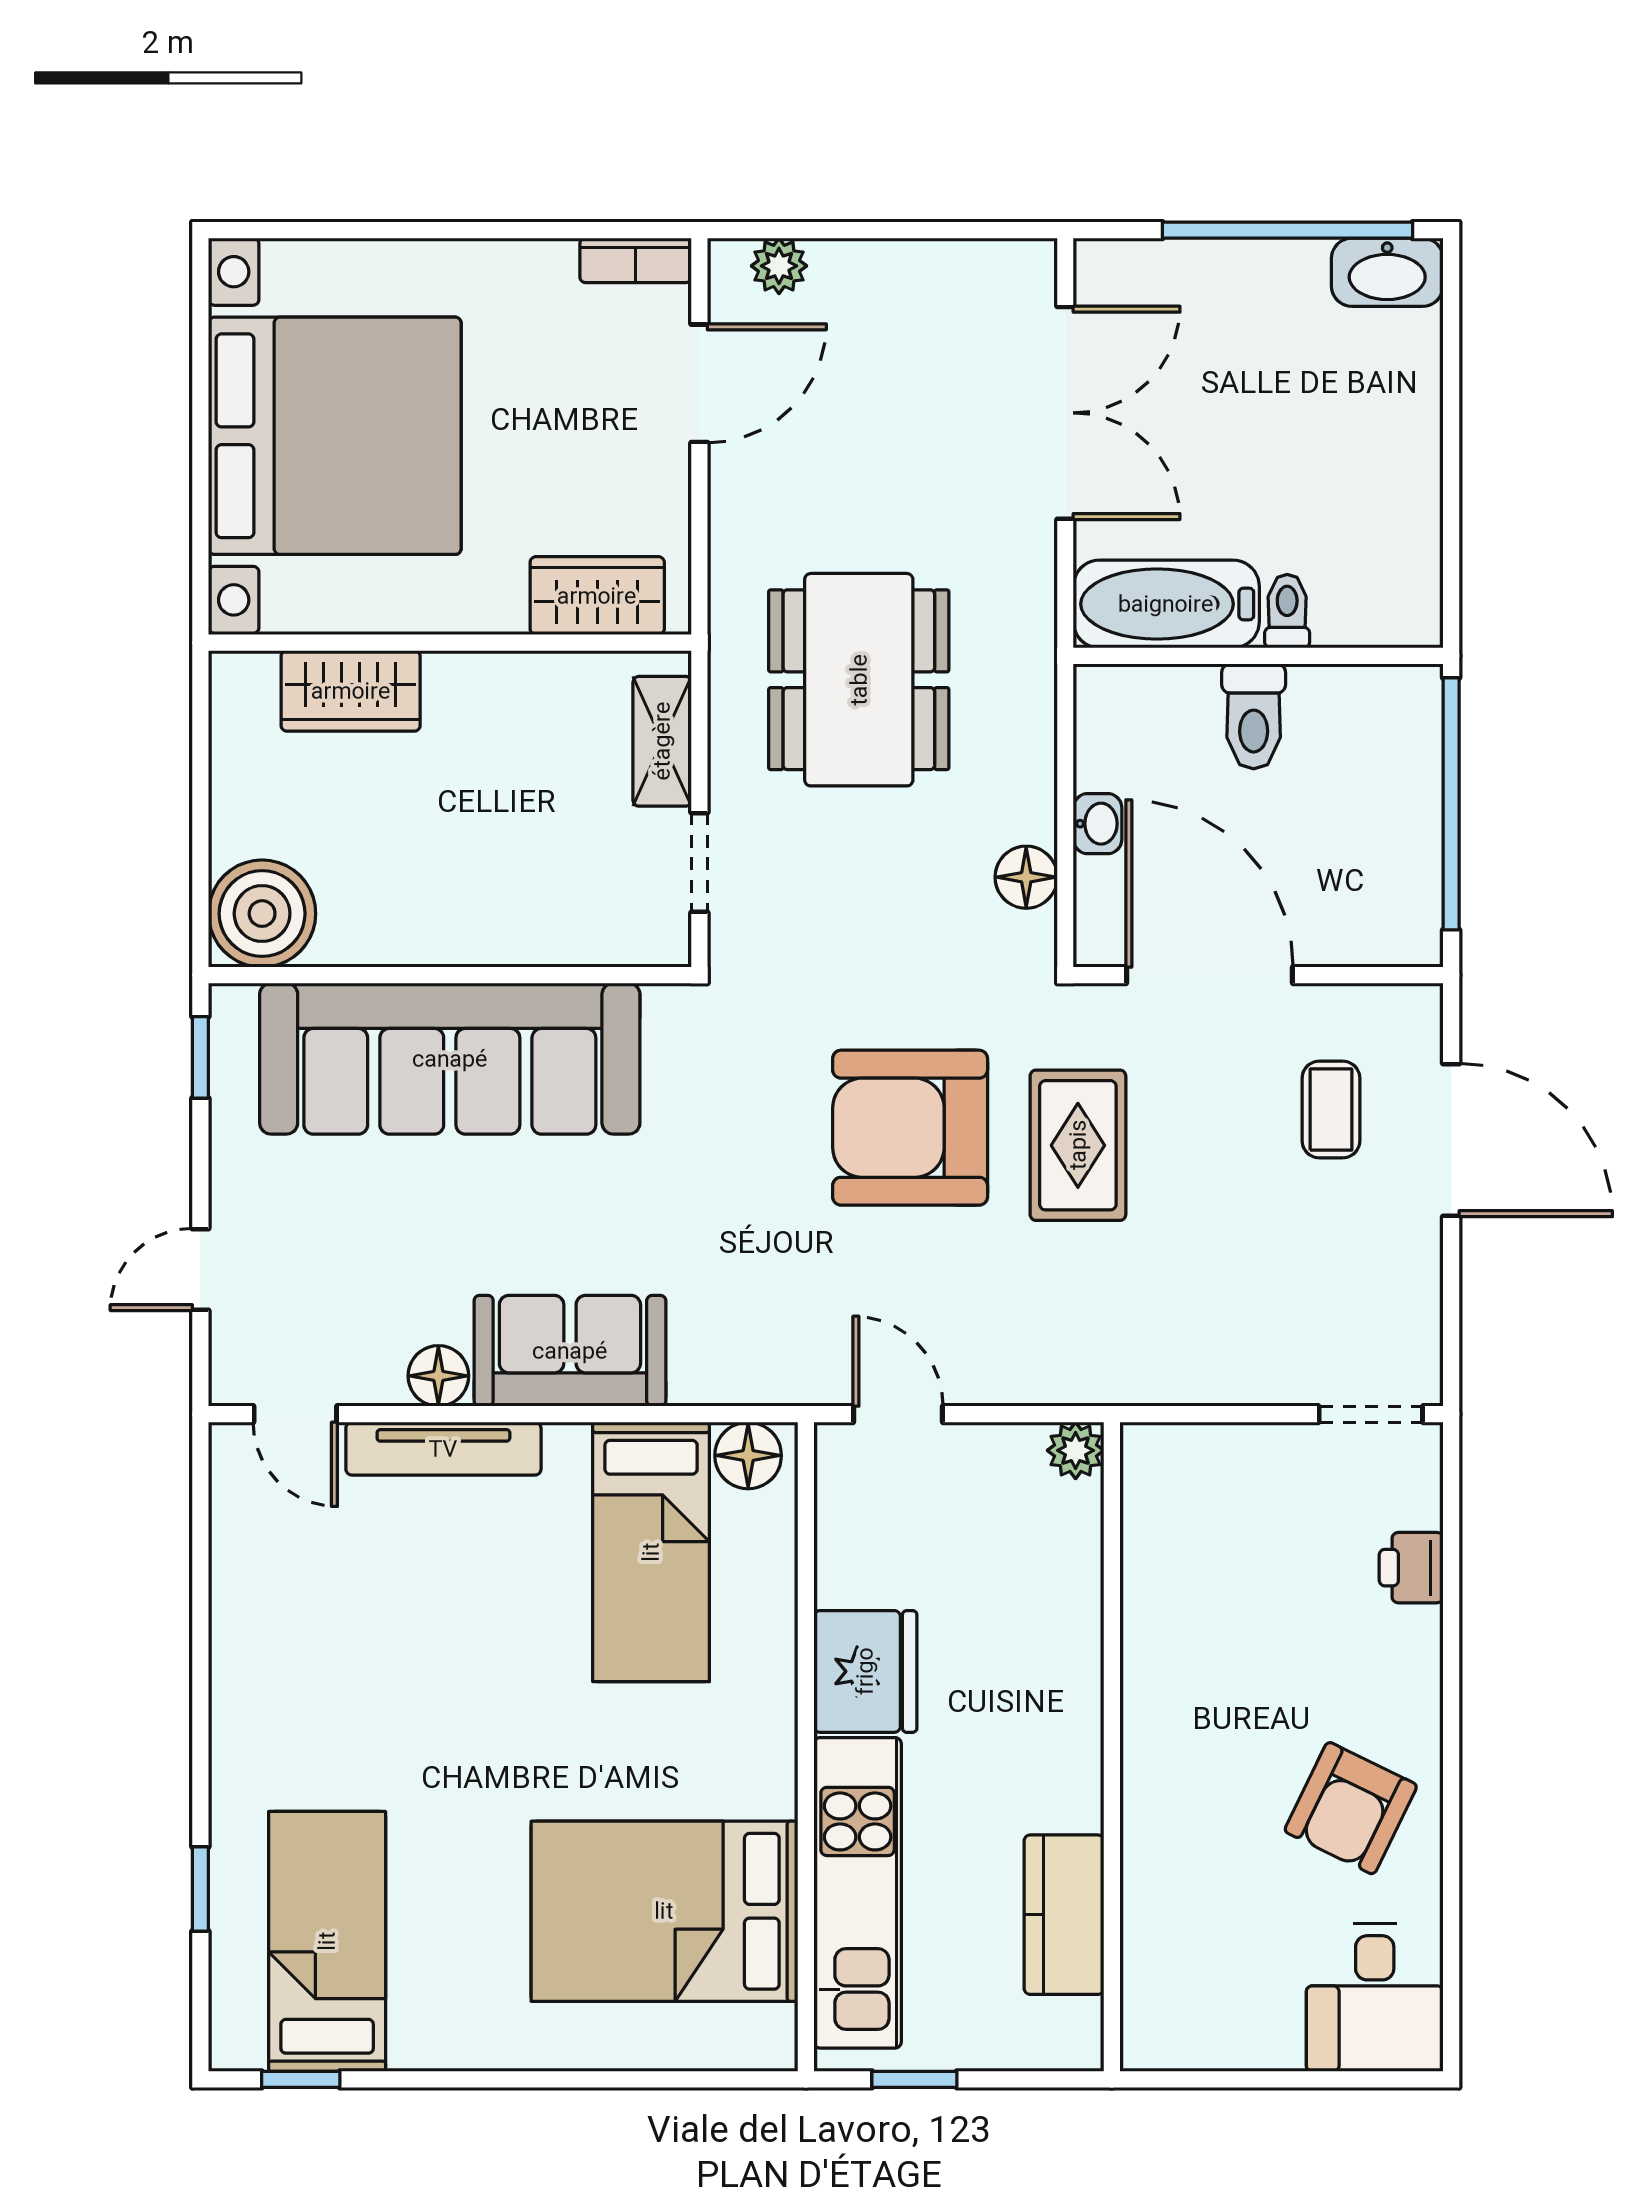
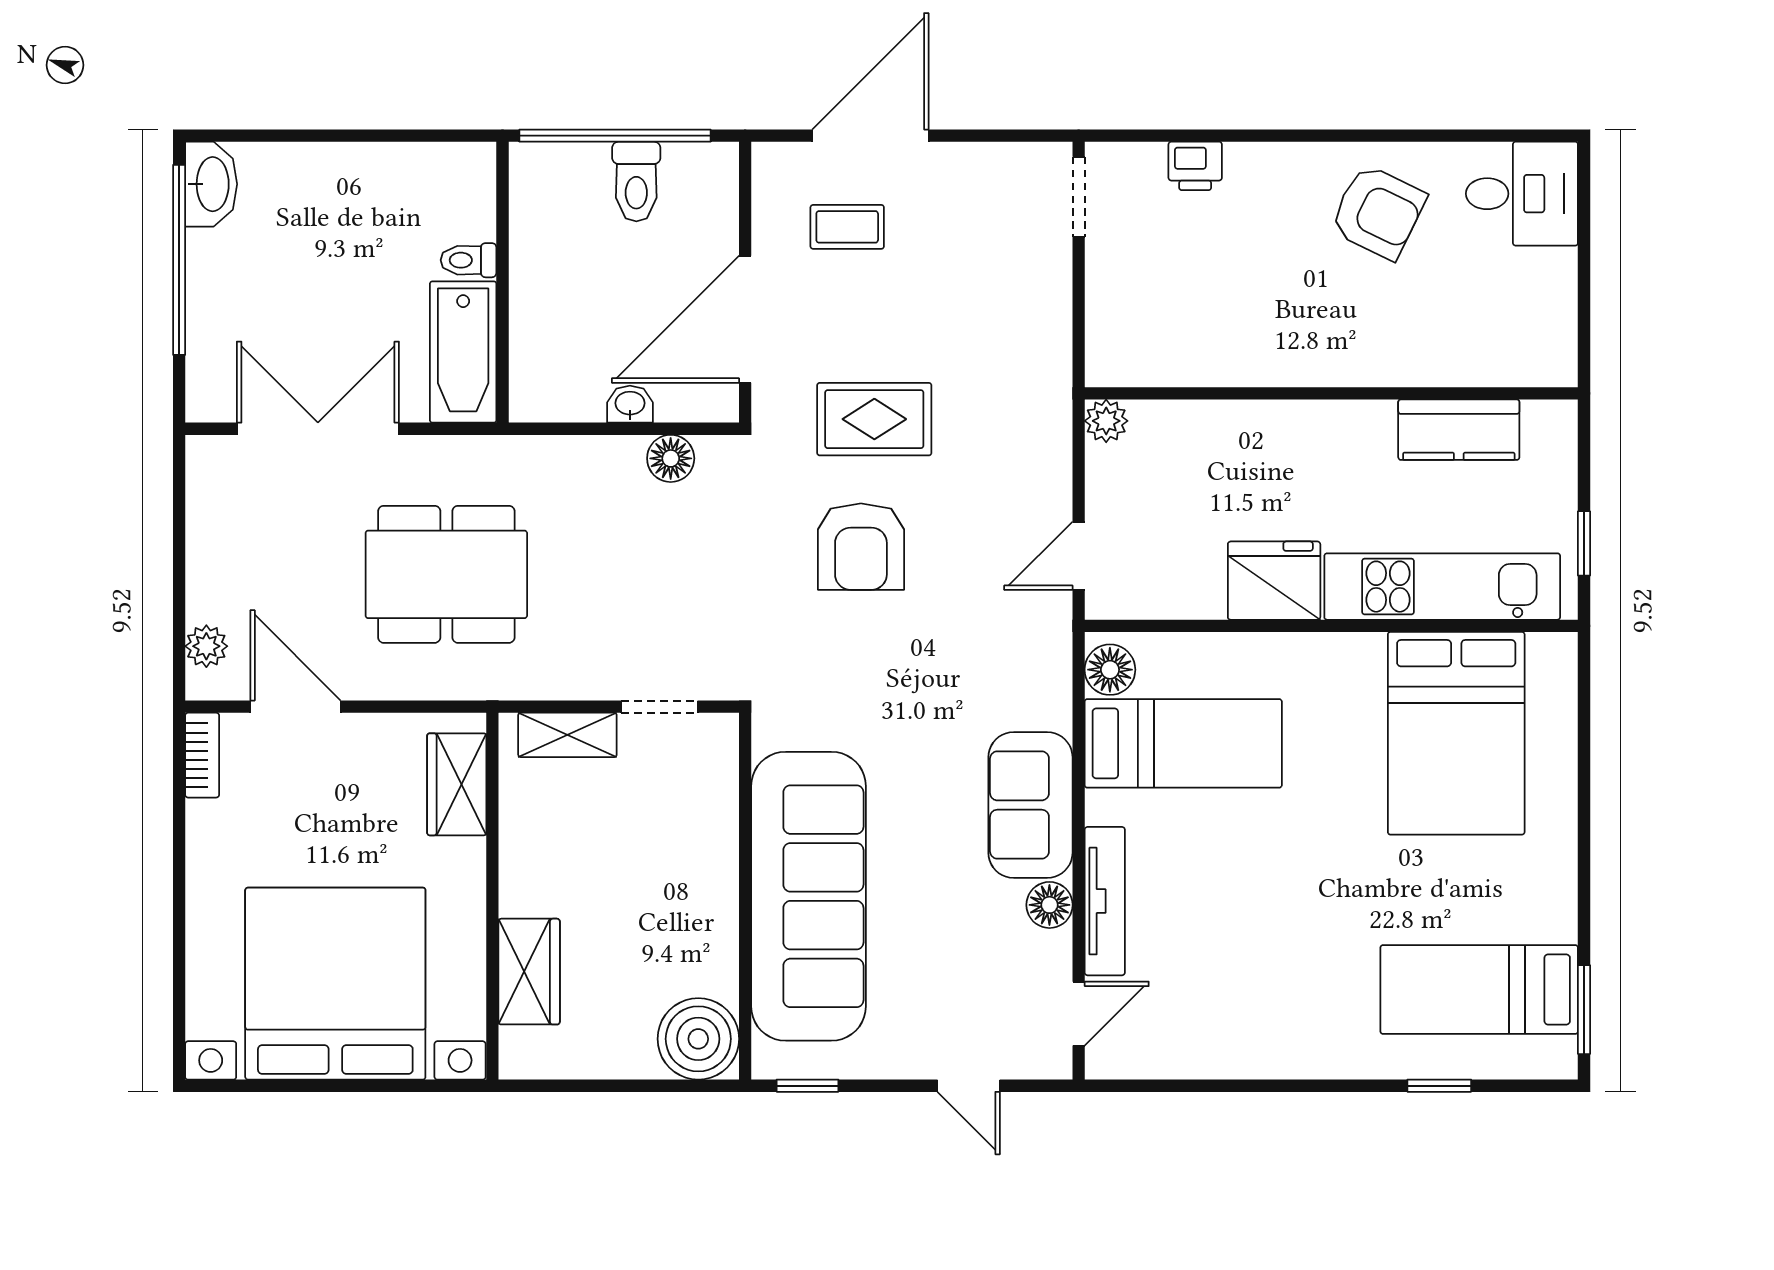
dining table: (859, 680) -> (446, 574), moved
toilet: (1254, 716) -> (636, 182), moved, turned 90
armchair: (910, 1128) -> (861, 547), width x0.73, depth x0.73
window: (301, 2079) -> (1584, 1010), width x1.50

